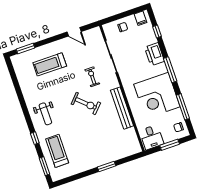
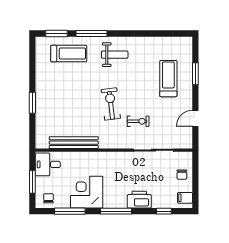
window: (25, 49) -> (195, 74), moved
corner desk: (157, 95) -> (87, 192), width x0.74, depth x0.74
exercise bike: (86, 103) -> (111, 104), turned 130
bench: (122, 108) -> (74, 143), moved
weight bench: (45, 114) -> (115, 55), turned 180
window: (35, 138) -> (92, 34), width x2.17

